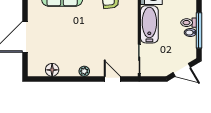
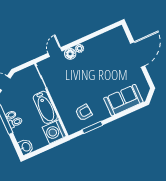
floor lamp: (52, 70) -> (70, 54), moved
door: (112, 79) -> (55, 52), swing flipped

